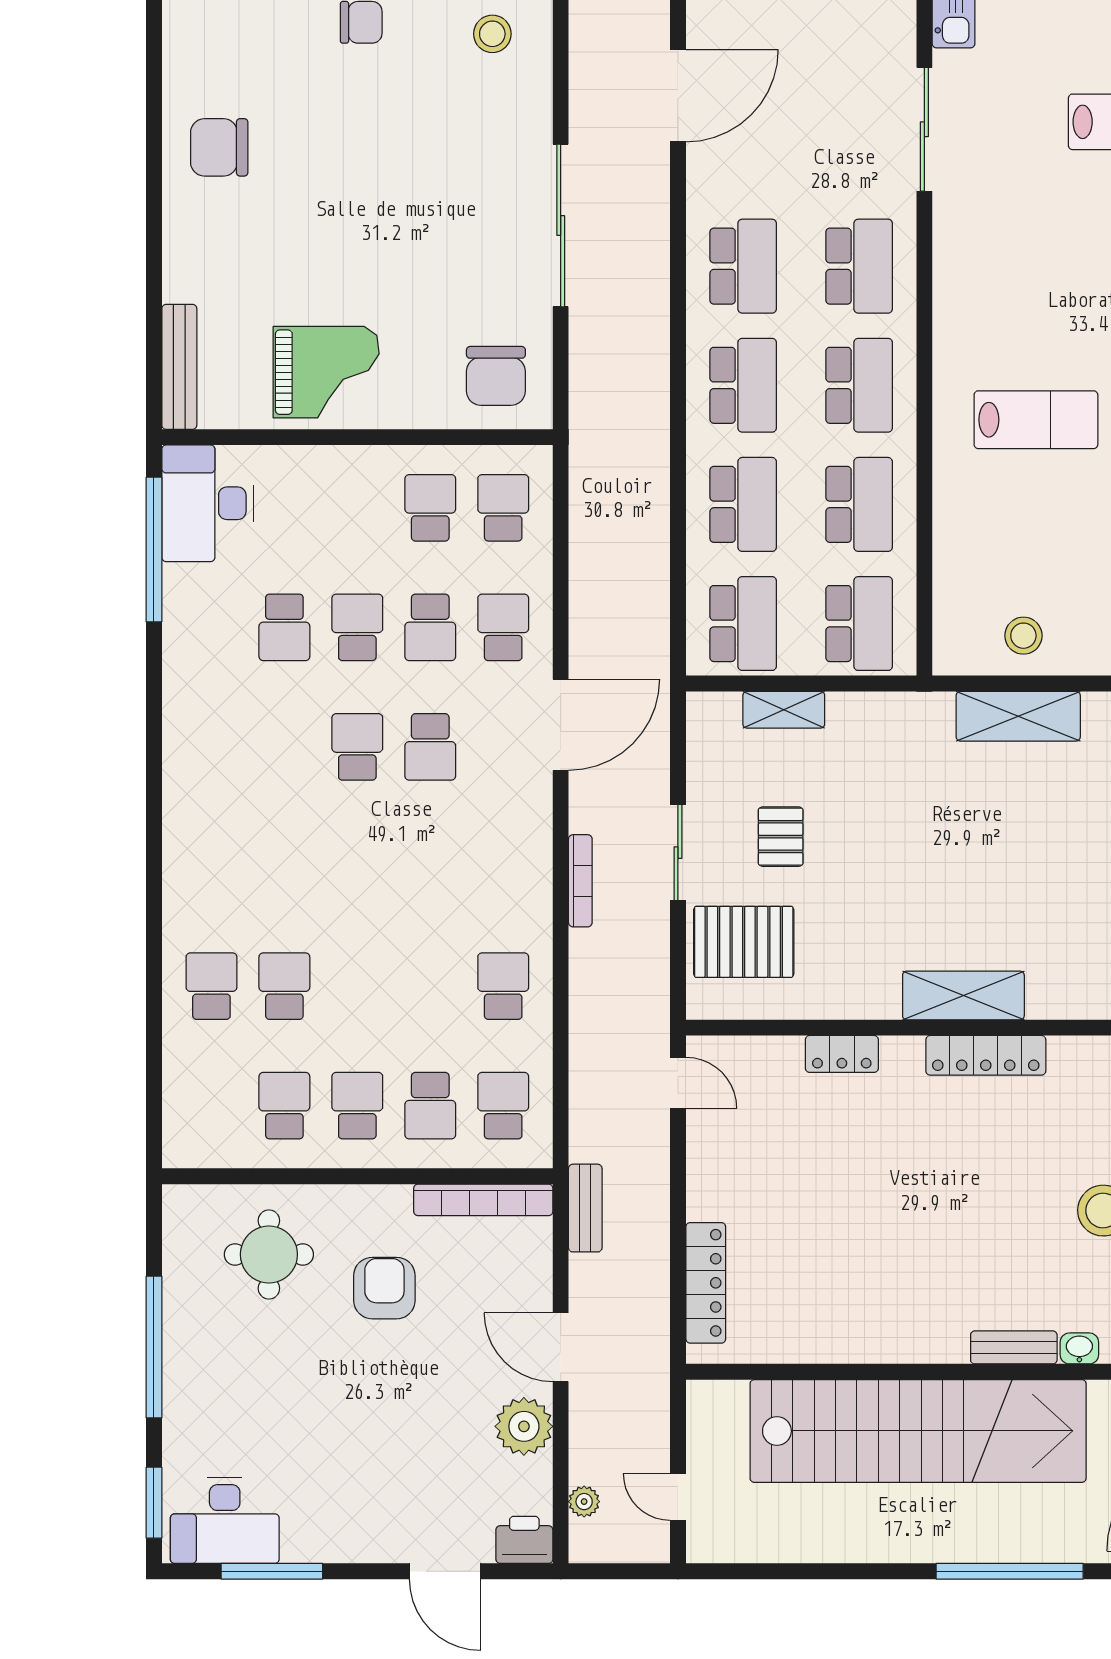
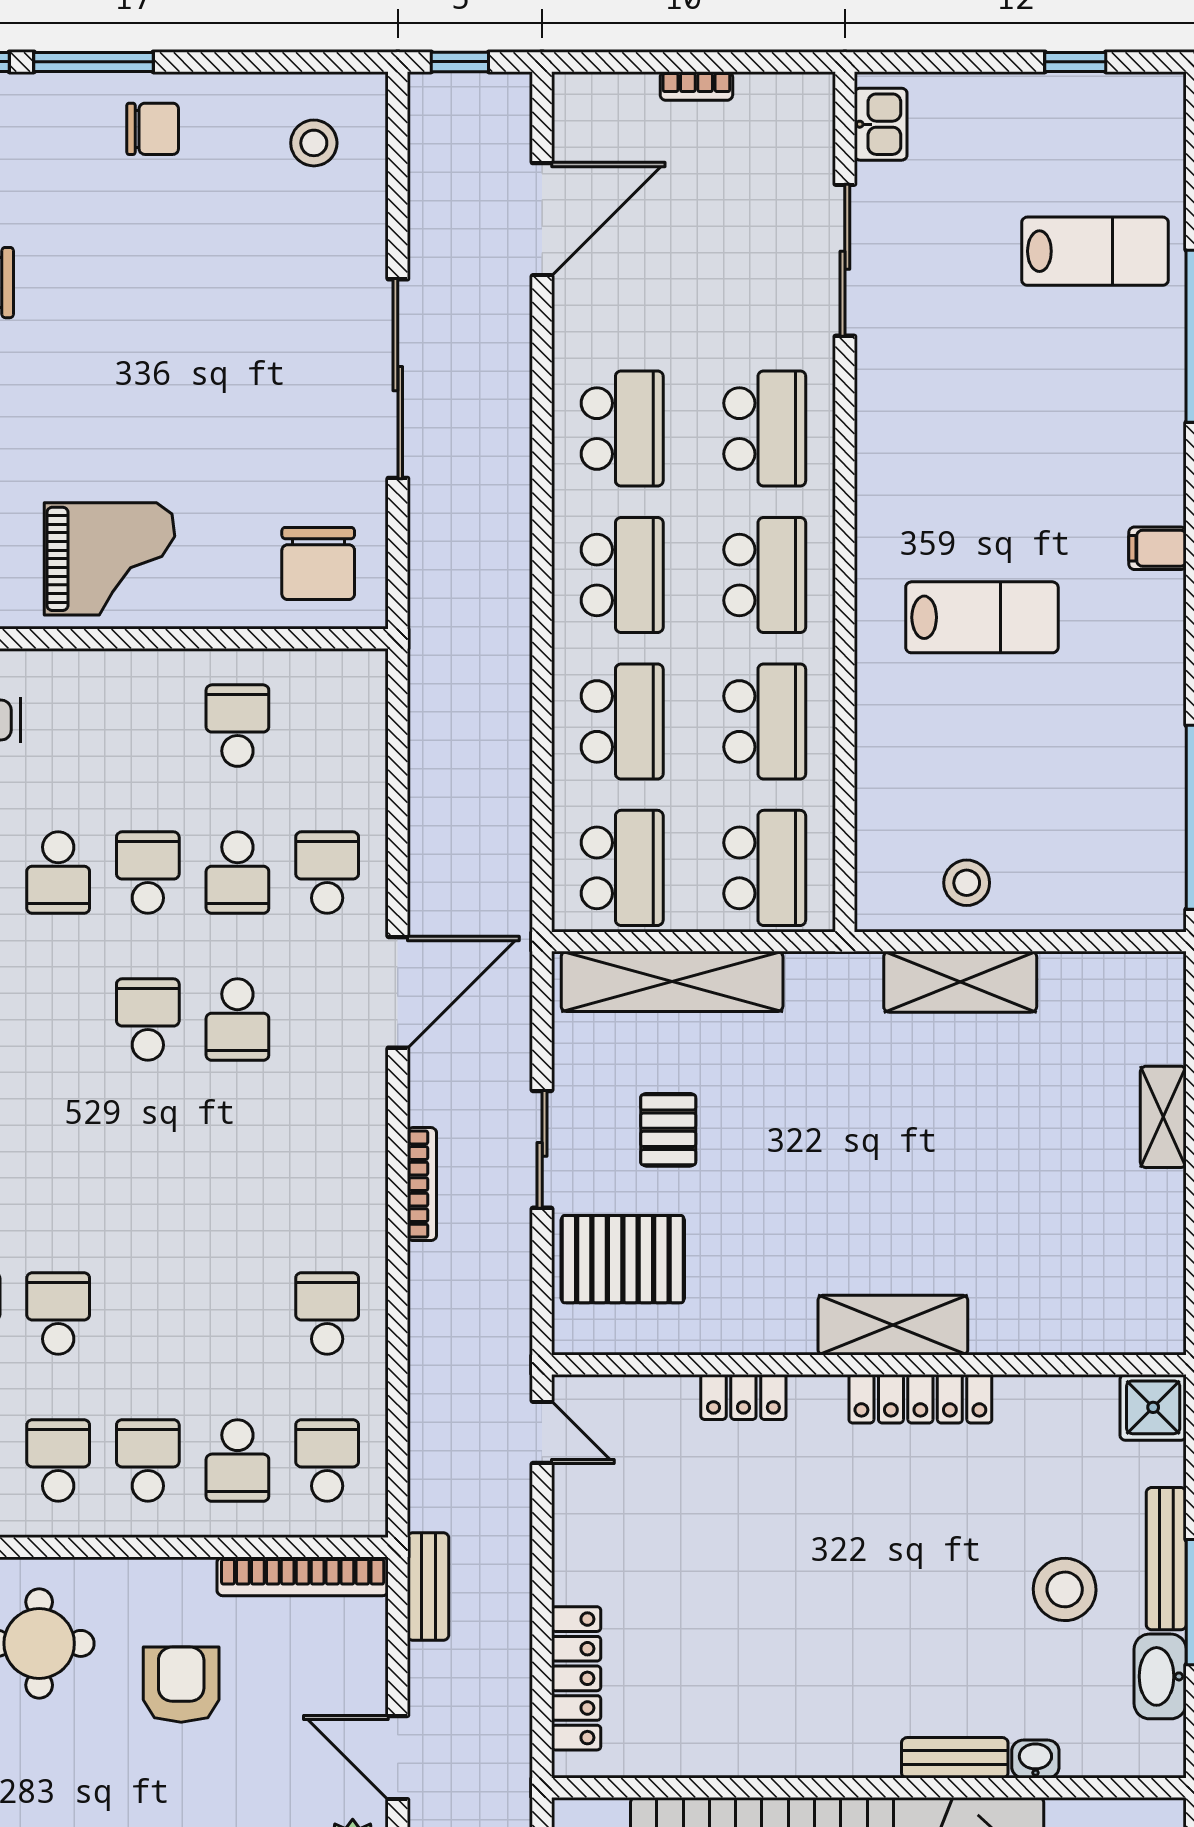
school desk: (503, 508) -> (327, 726), removed
shelving: (784, 710) -> (672, 981), width x2.20, depth x1.33

